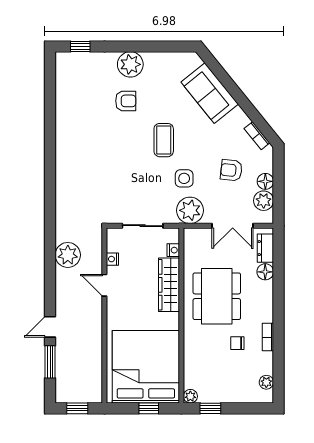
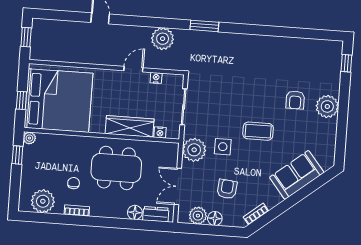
window: (50, 362) -> (204, 26), moved
plant: (266, 382) -> (43, 201), width x1.88, depth x1.88

